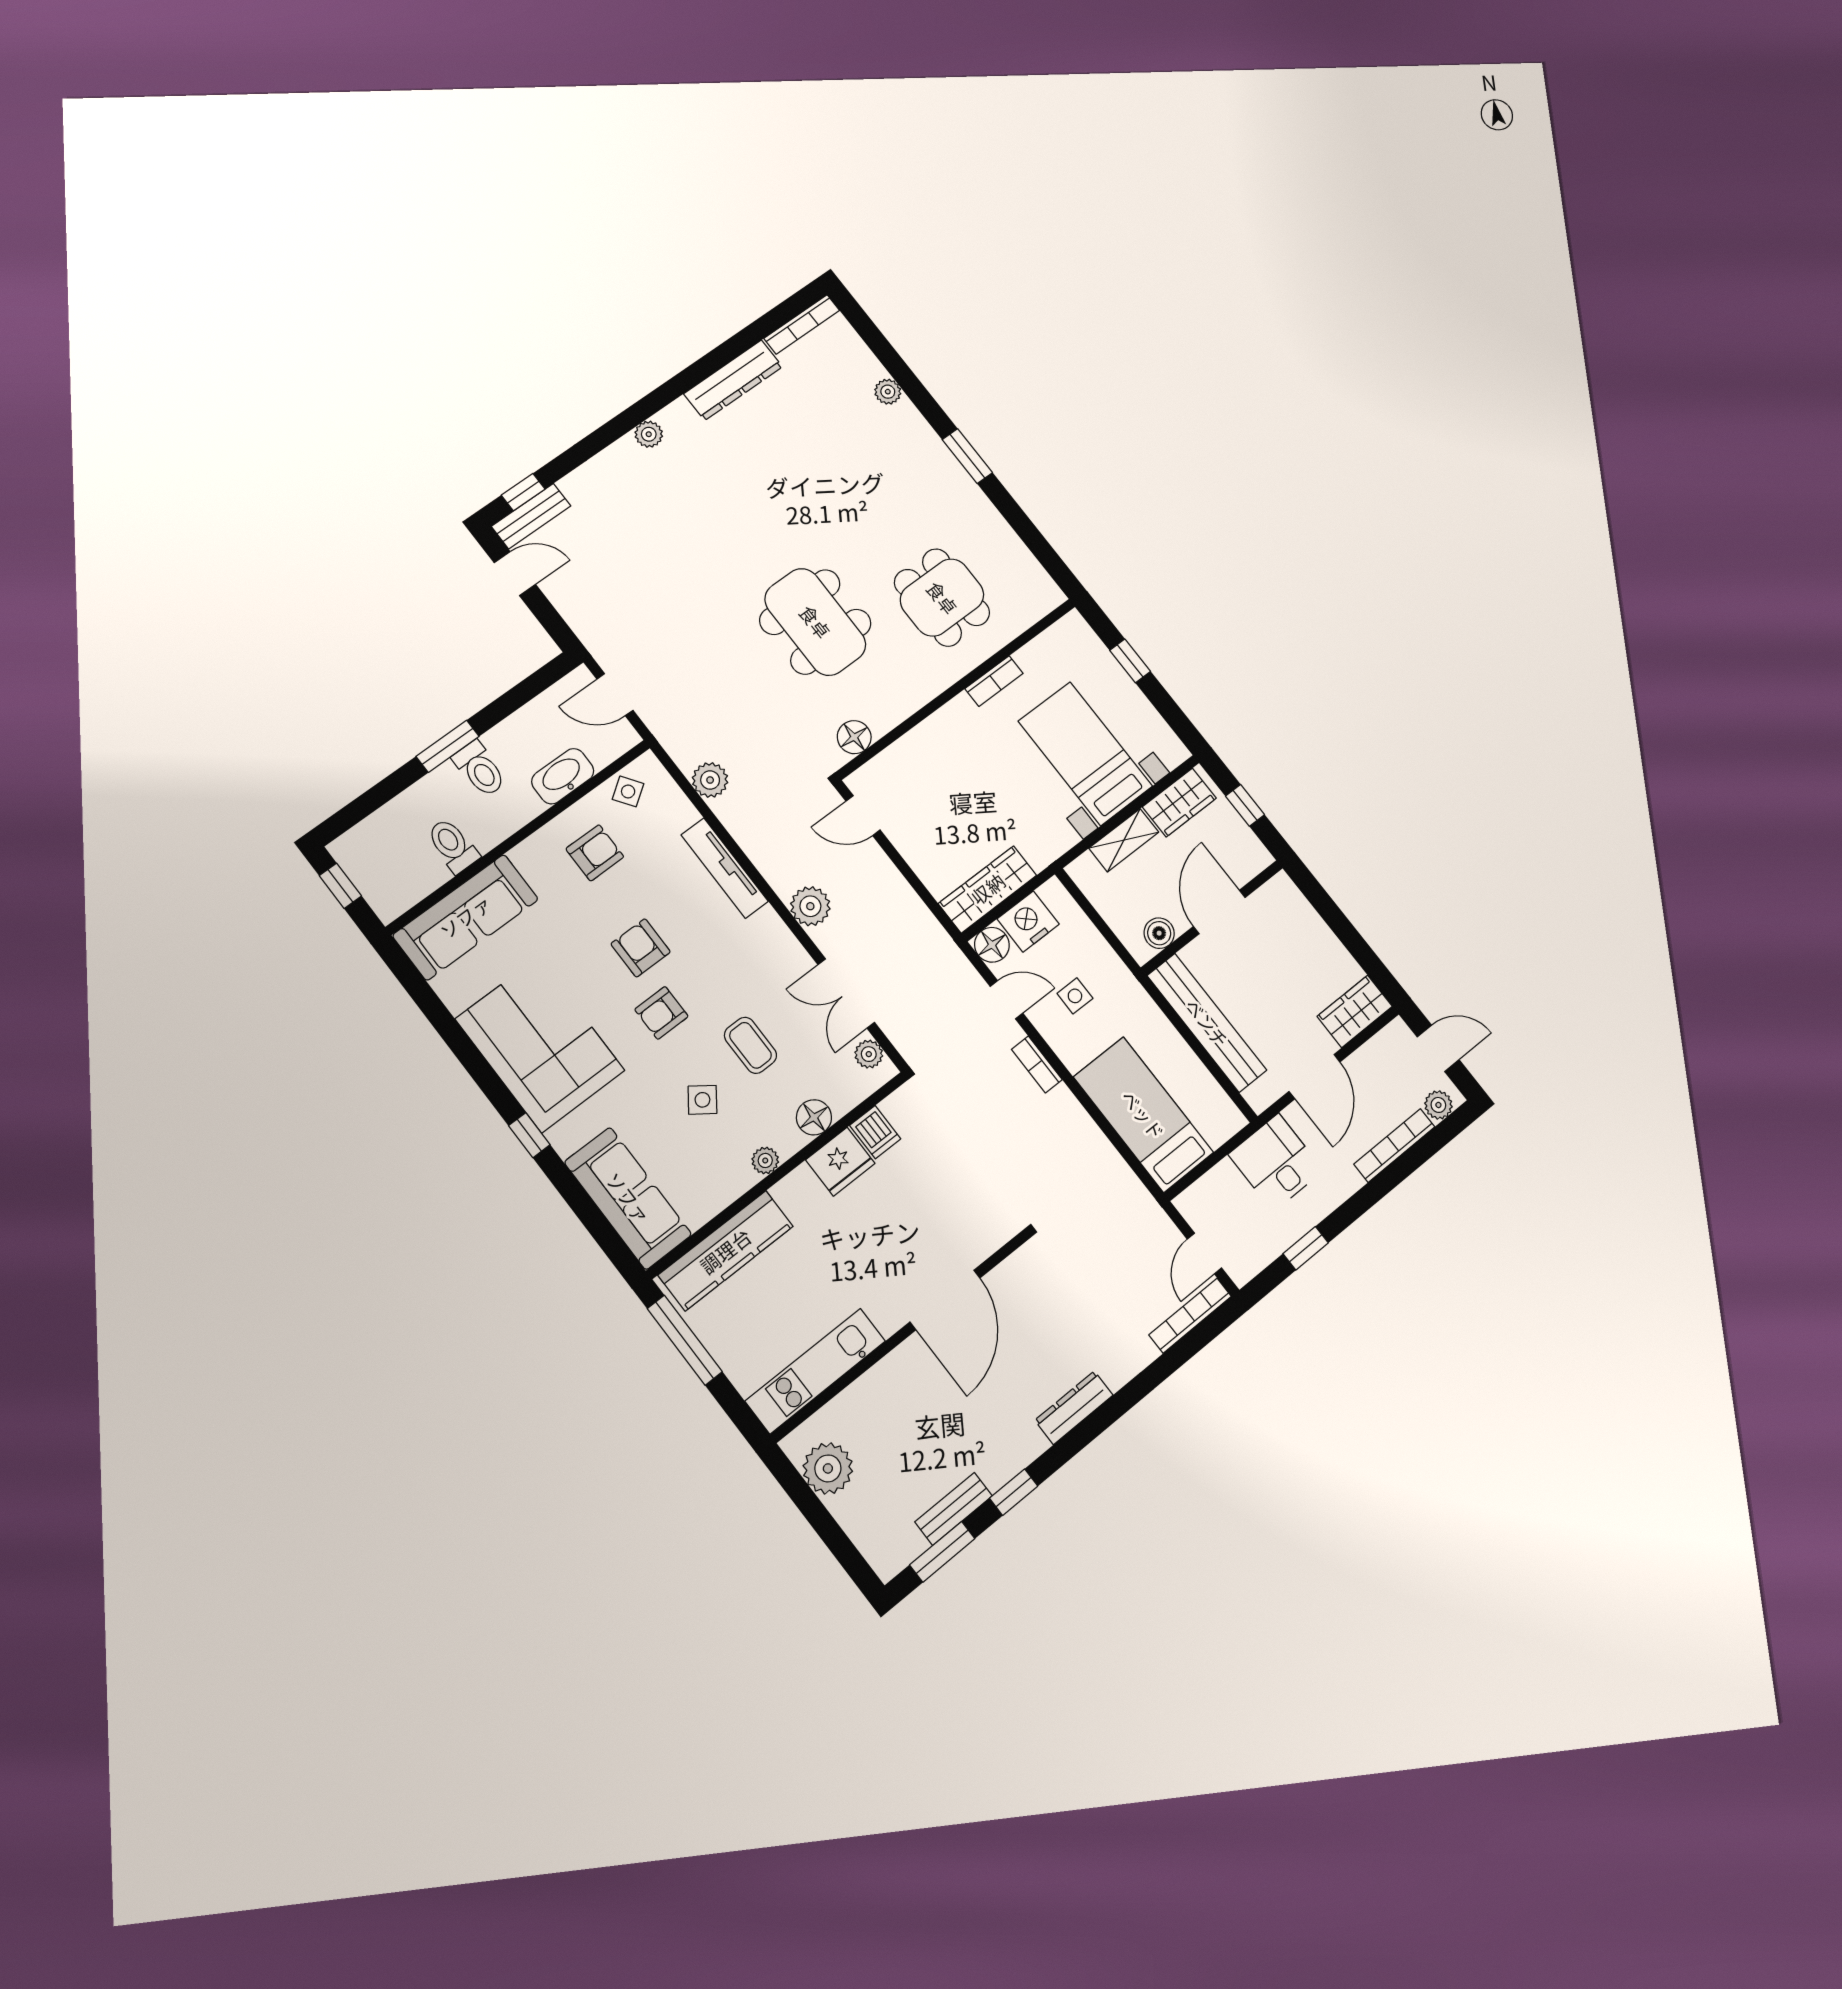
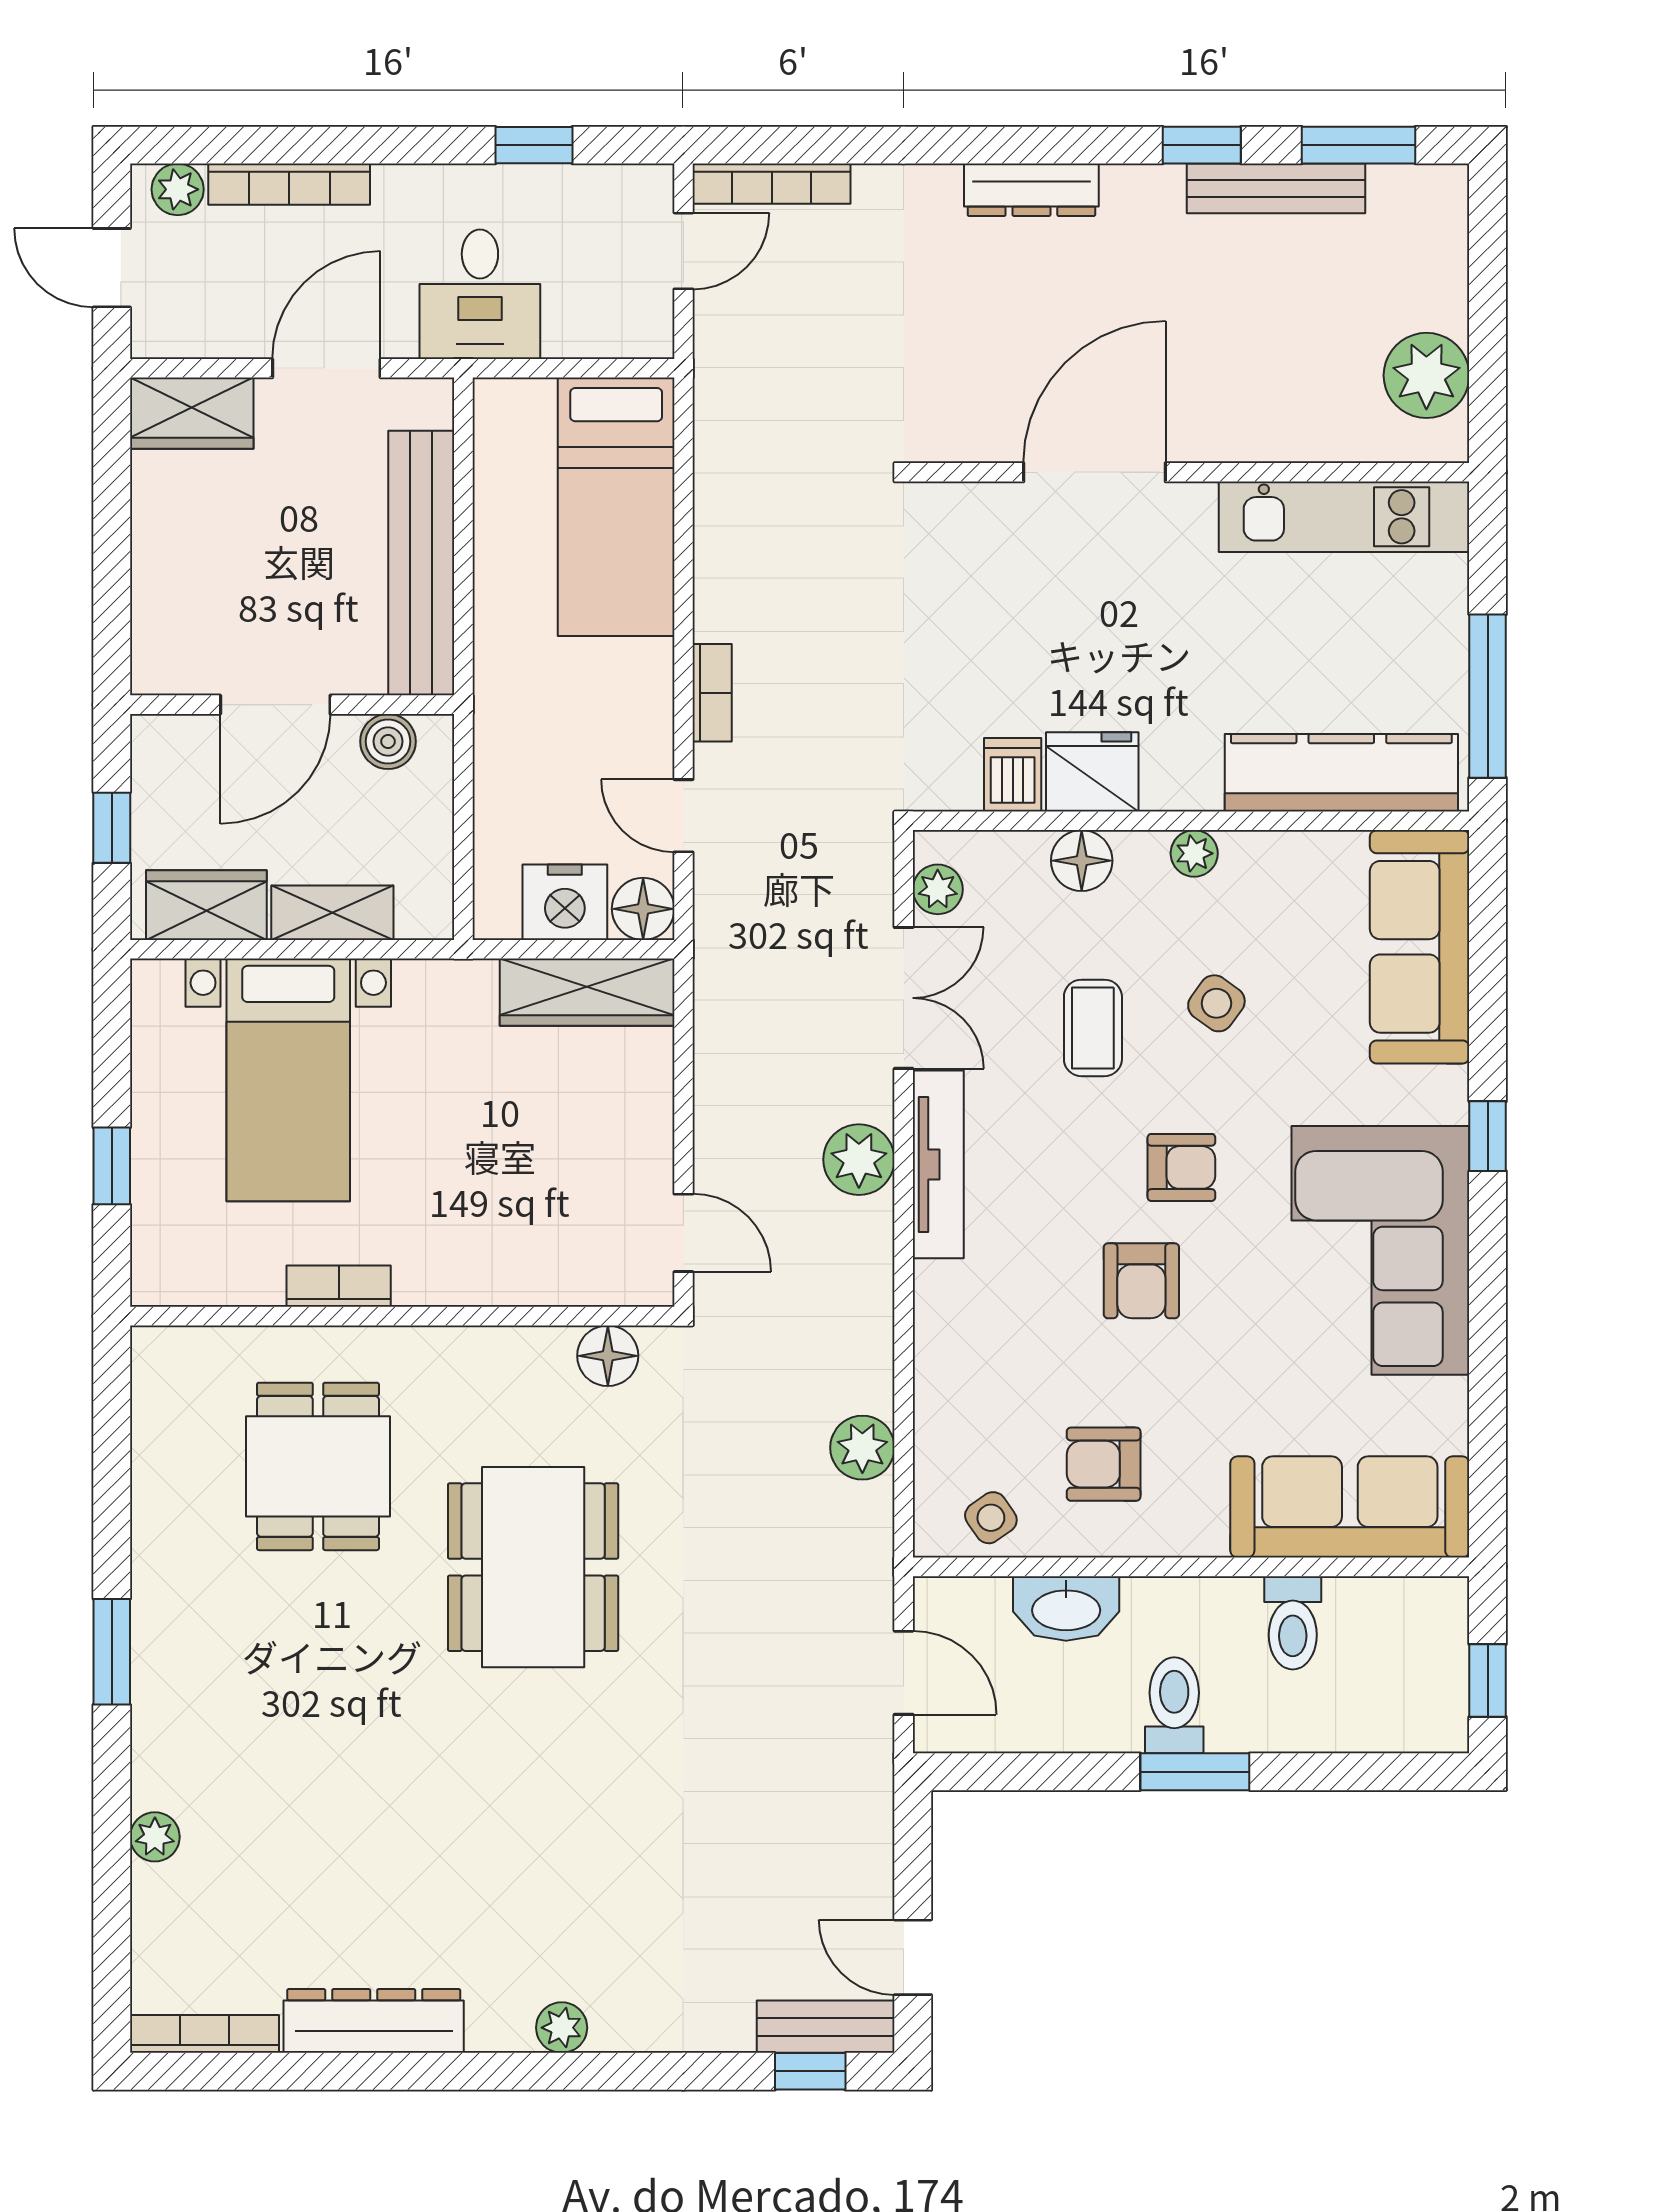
tv unit: (725, 868) -> (938, 1164), moved
side table: (1075, 996) -> (581, 746), removed
bench: (954, 1509) -> (1276, 188), width x1.36

